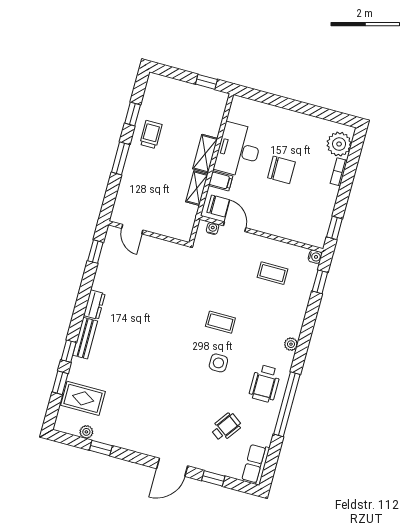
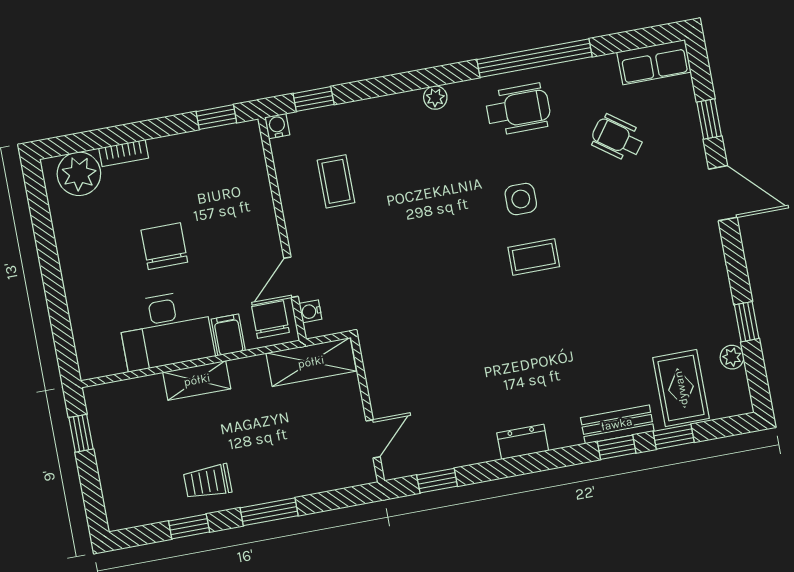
shelving: (197, 188) -> (311, 362), moved, width x1.50, depth x1.33
coffee table: (220, 322) -> (534, 257), moved, turned 90
bench: (85, 338) -> (617, 424), moved

